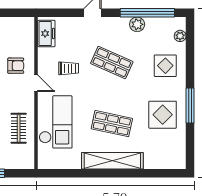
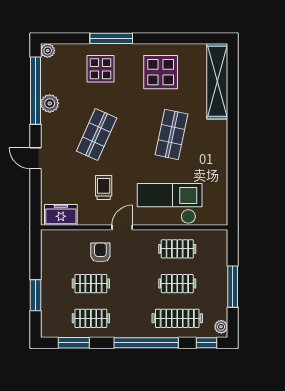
plant: (180, 36) -> (48, 51), moved
window: (190, 106) -> (111, 38), moved
shelving: (112, 161) -> (217, 81), moved

